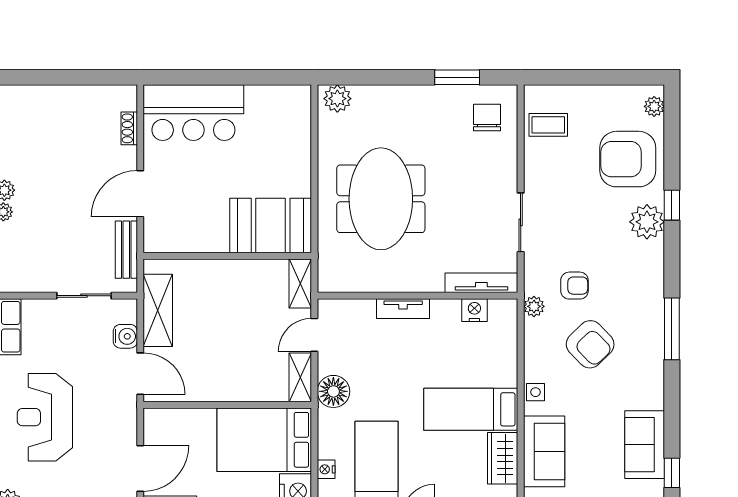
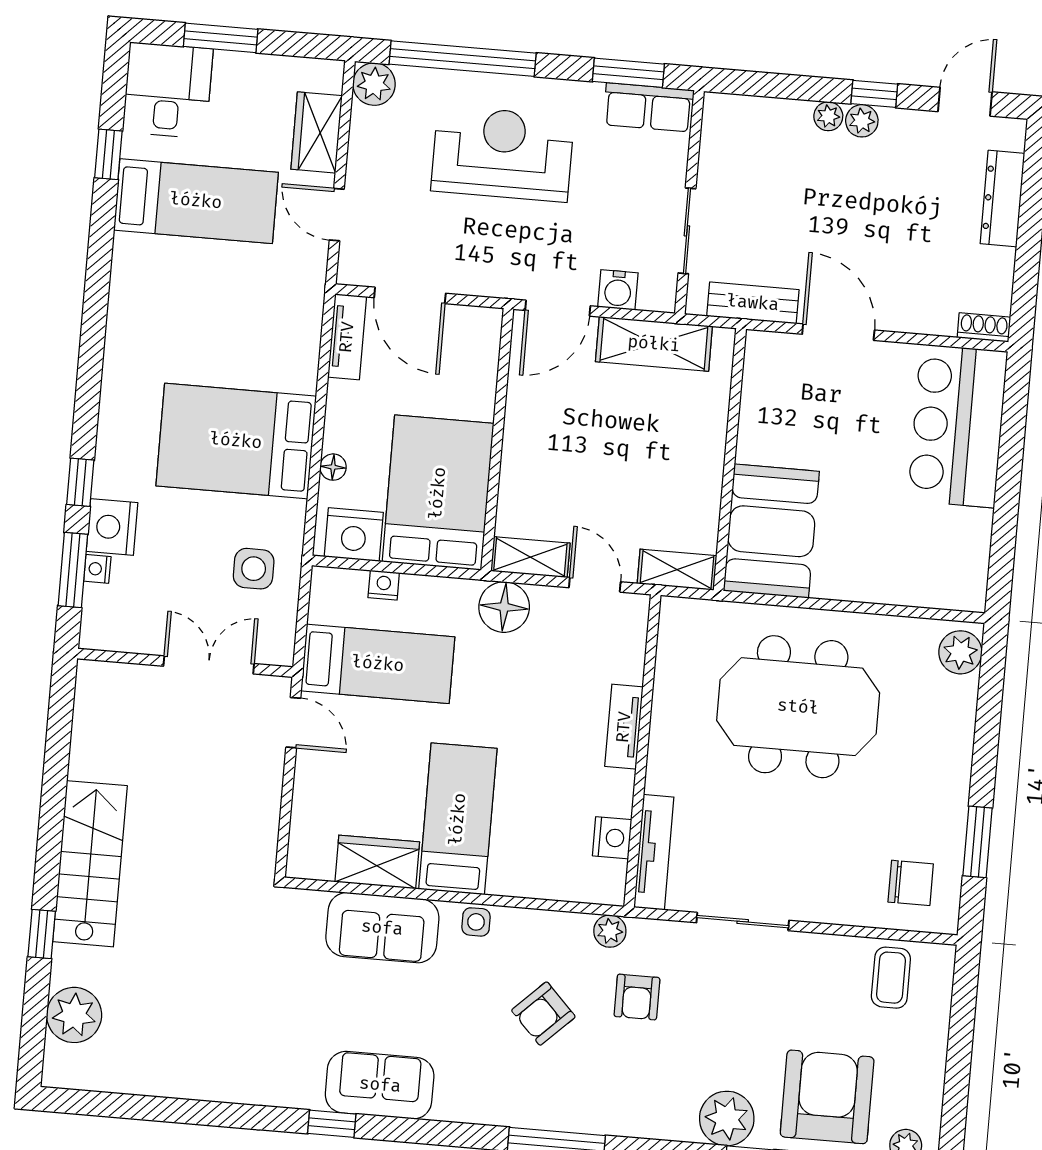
dresser: (46, 96) -> (1003, 199), added
shoe rack: (129, 128) -> (984, 327), moved
armchair: (590, 344) -> (543, 1014), width x0.72, depth x0.72

